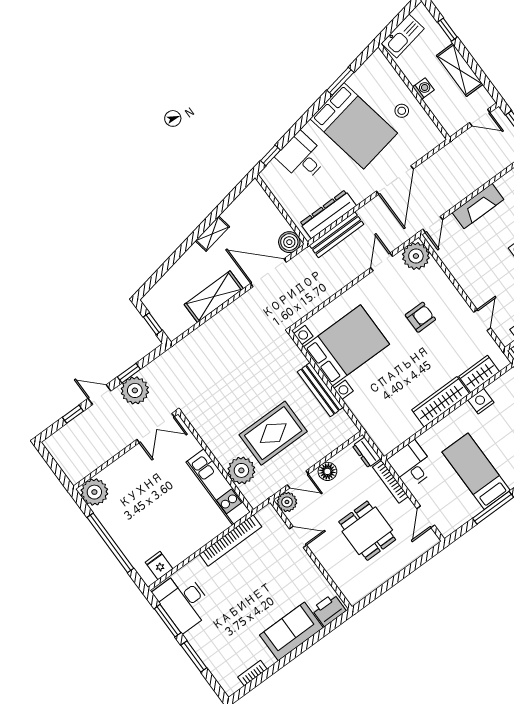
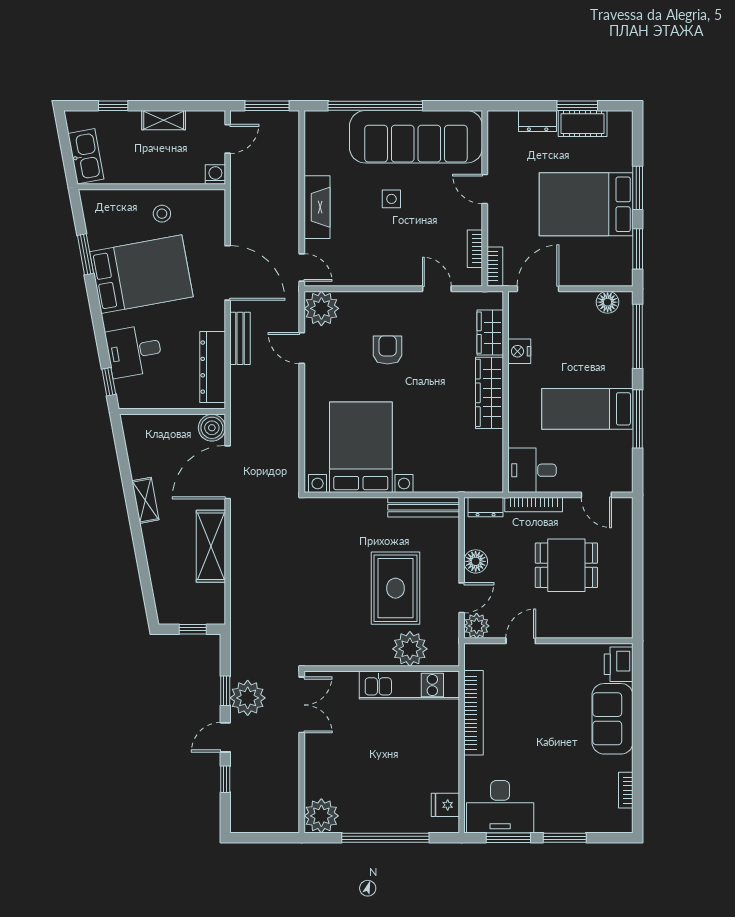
shelving: (460, 70) -> (164, 120), width x0.67, depth x0.75
washing machine: (423, 88) -> (215, 175), moved
bench: (337, 235) -> (240, 338), moved, width x0.73
bench: (320, 390) -> (424, 507), moved

